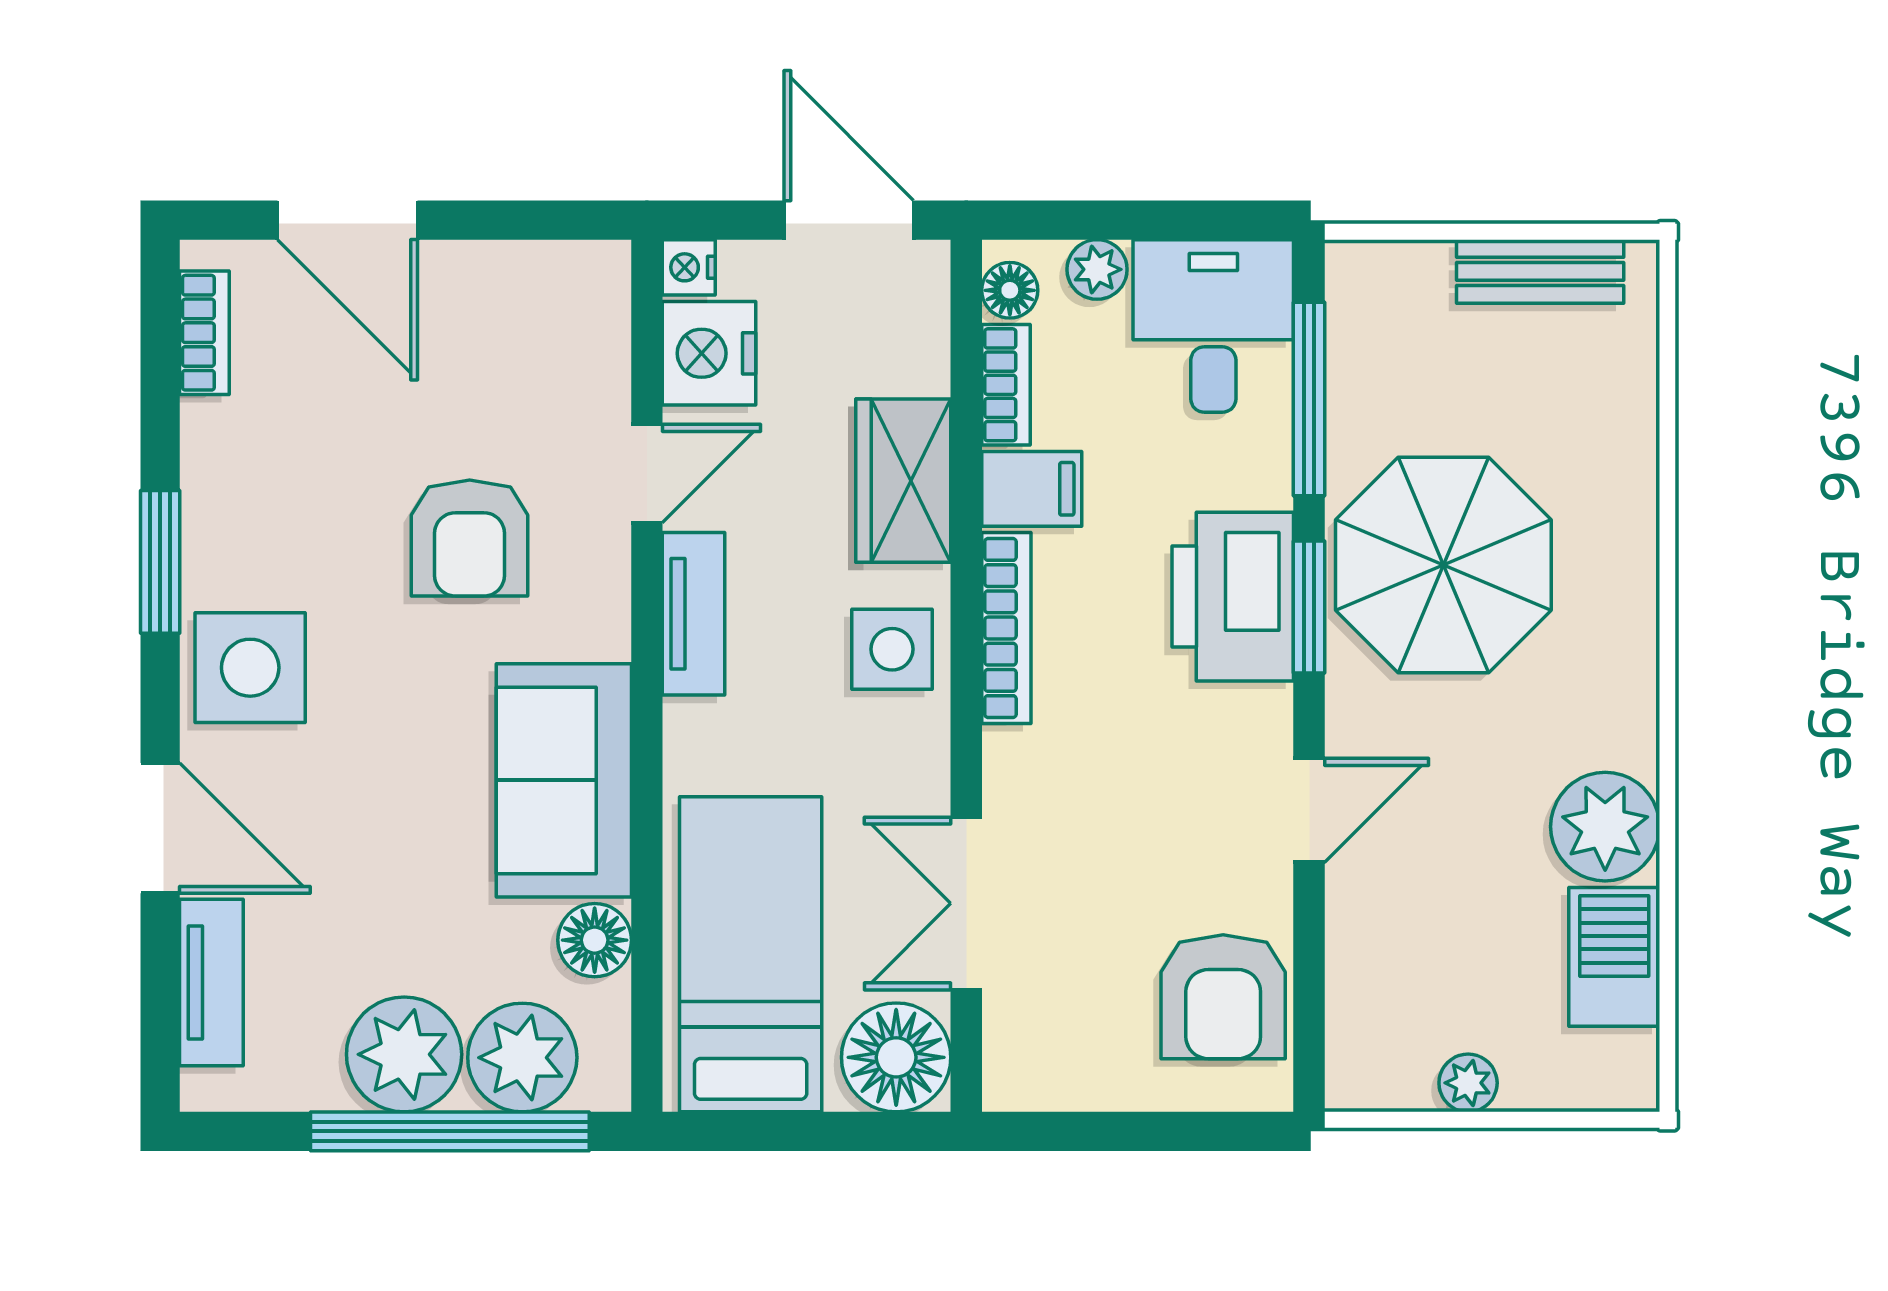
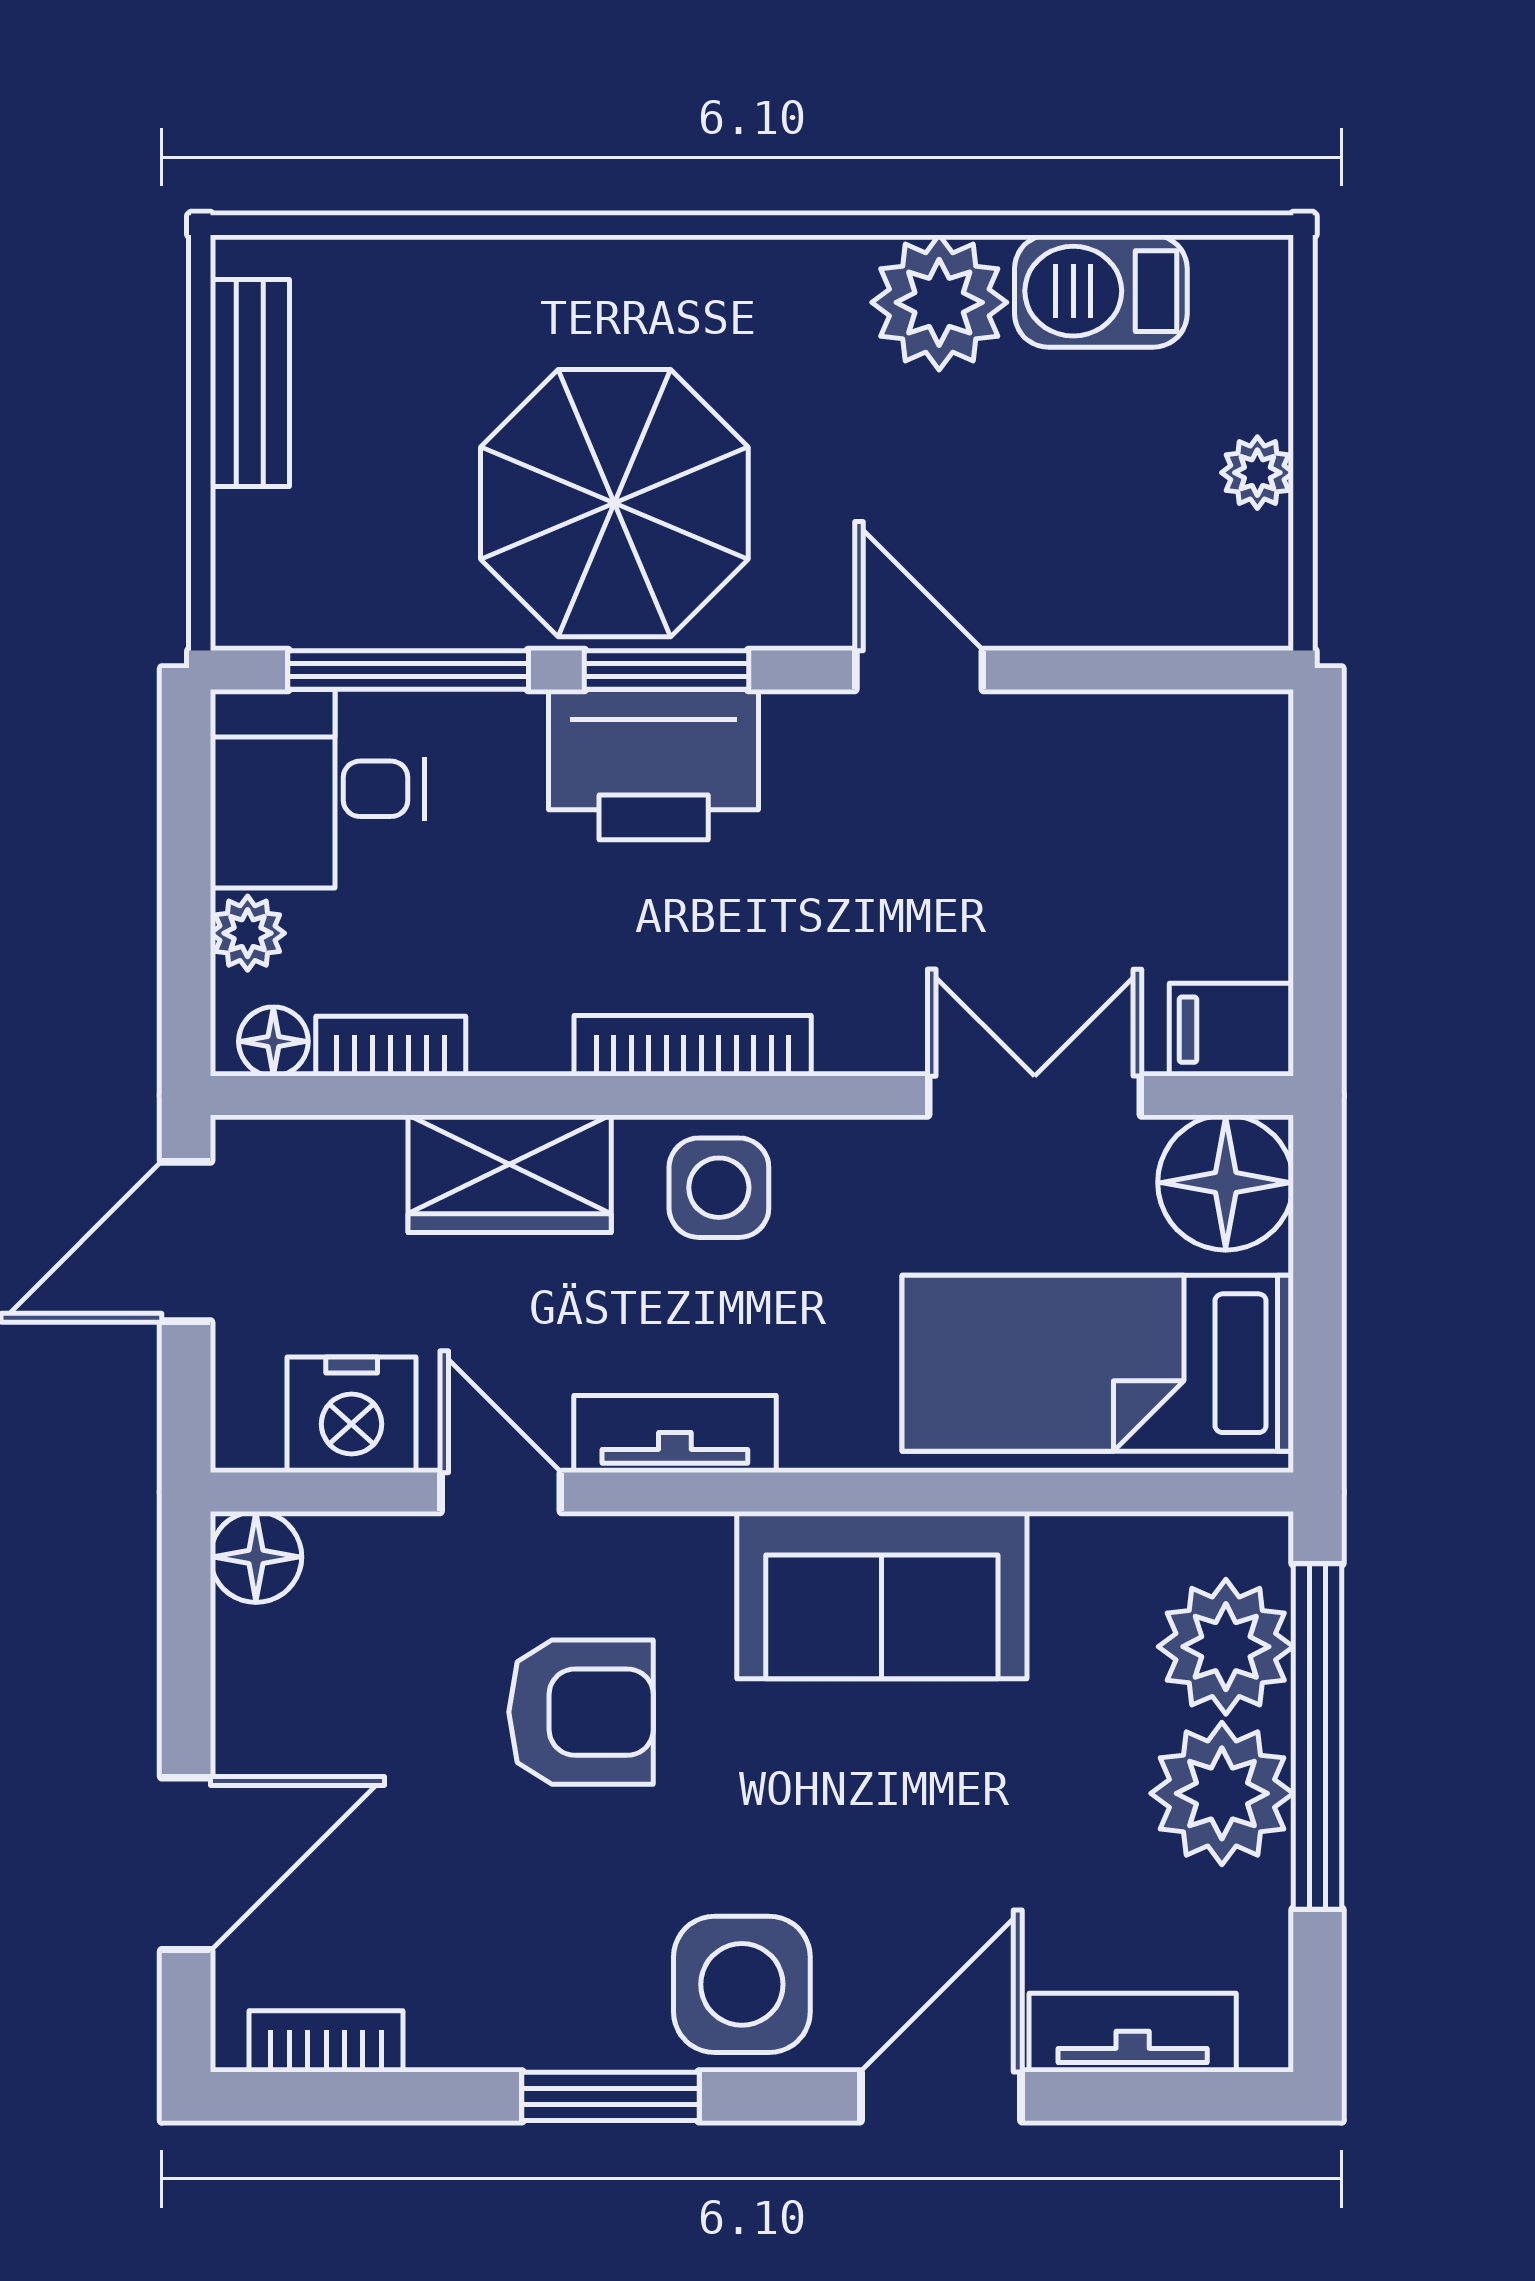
nightstand: (689, 267) -> (245, 1440), removed
filing cabinet: (1032, 489) -> (1231, 1030), moved, turned -90
double door: (966, 903) -> (1035, 1095), swing flipped
floor lamp: (595, 940) -> (256, 1557), moved
armchair: (1223, 997) -> (1150, 777), removed

